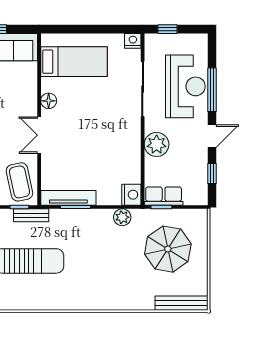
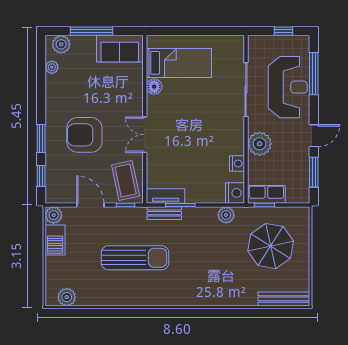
window: (168, 29) -> (284, 31), moved
nightstand: (133, 41) -> (237, 163), moved, turned 90
window: (212, 90) -> (314, 74), moved
floor lamp: (49, 101) -> (154, 87), moved
window: (212, 173) -> (314, 172), width x1.50
tv unit: (68, 198) -> (166, 196), width x0.71
bench: (31, 215) -> (164, 213), moved

